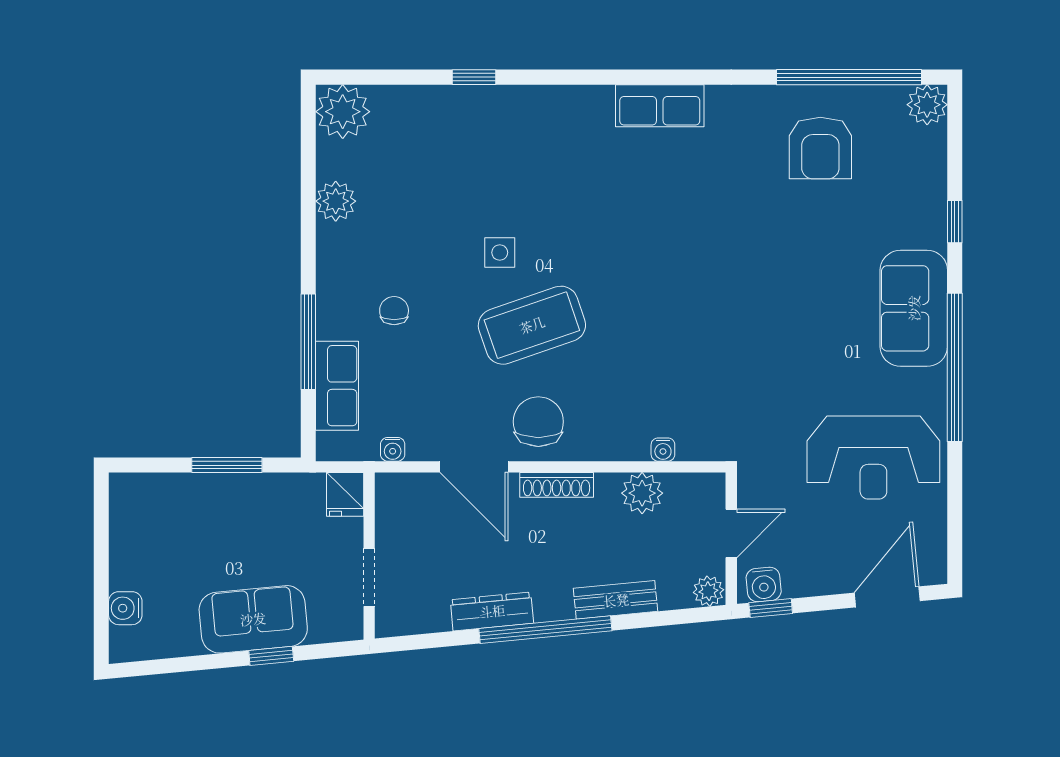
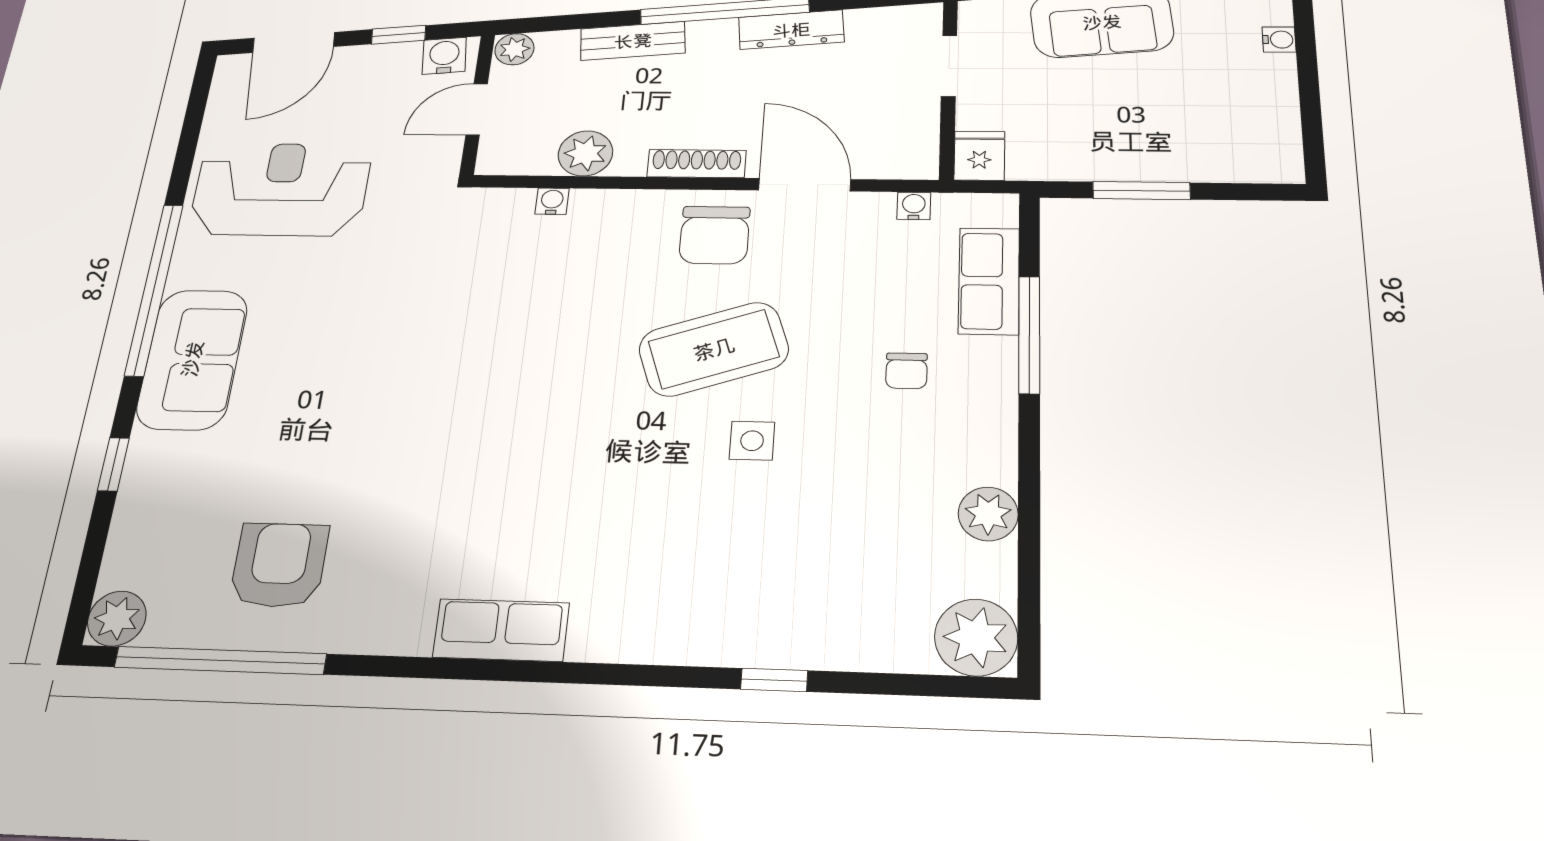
water cooler: (125, 608) -> (1279, 40), width x0.72, depth x0.72
window: (771, 608) -> (399, 35), moved

